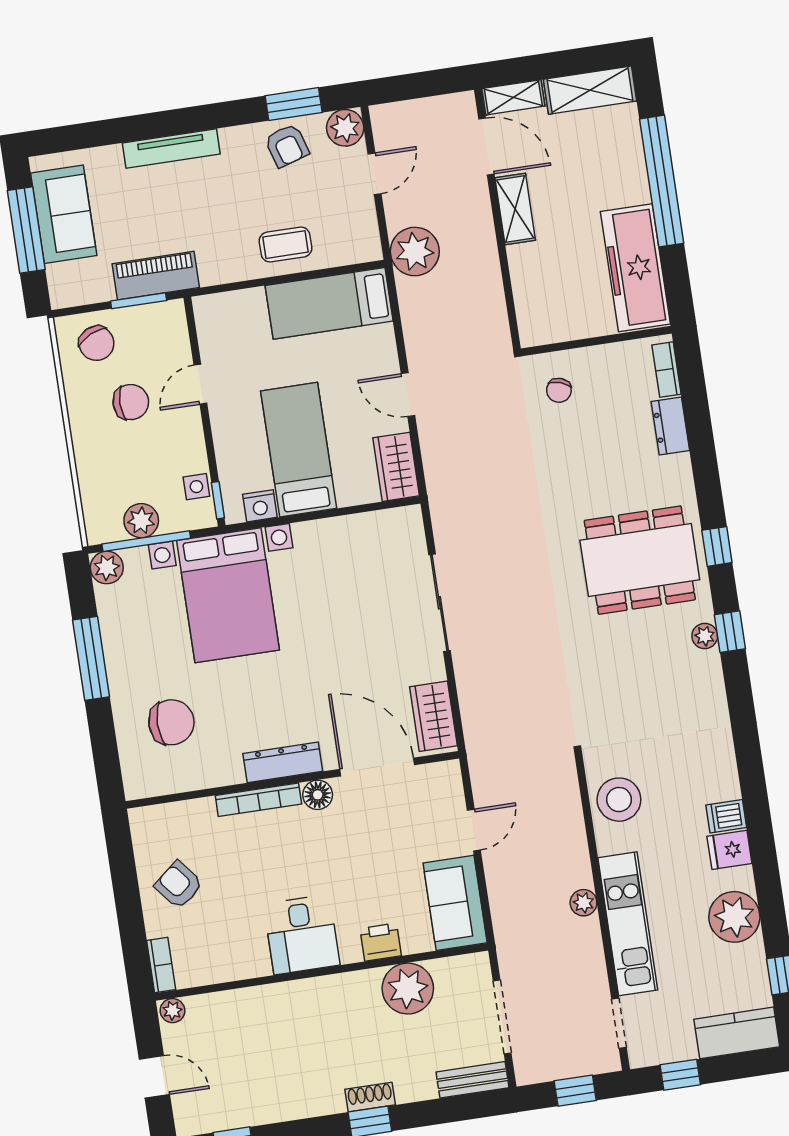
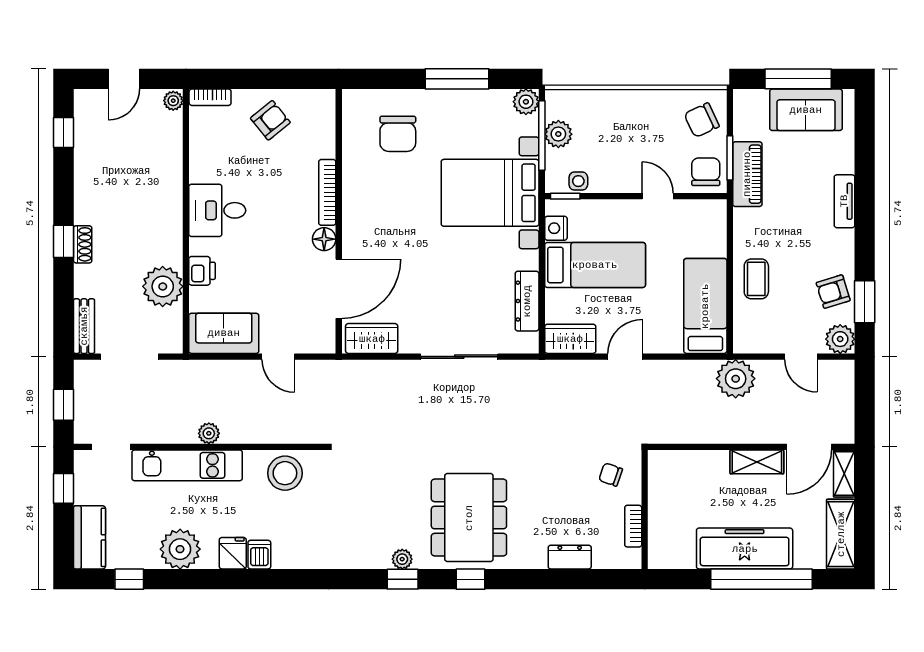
tv unit: (171, 148) -> (844, 201), width x0.71
freezer: (635, 268) -> (745, 549), moved
bookcase: (666, 370) -> (633, 526), moved, turned -90
chair: (131, 402) -> (706, 172), moved, turned 180
dresser: (283, 762) -> (527, 301), moved, turned 180

